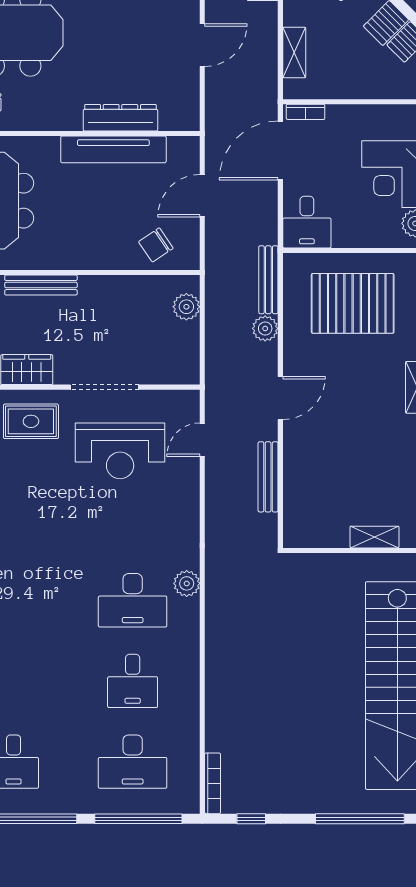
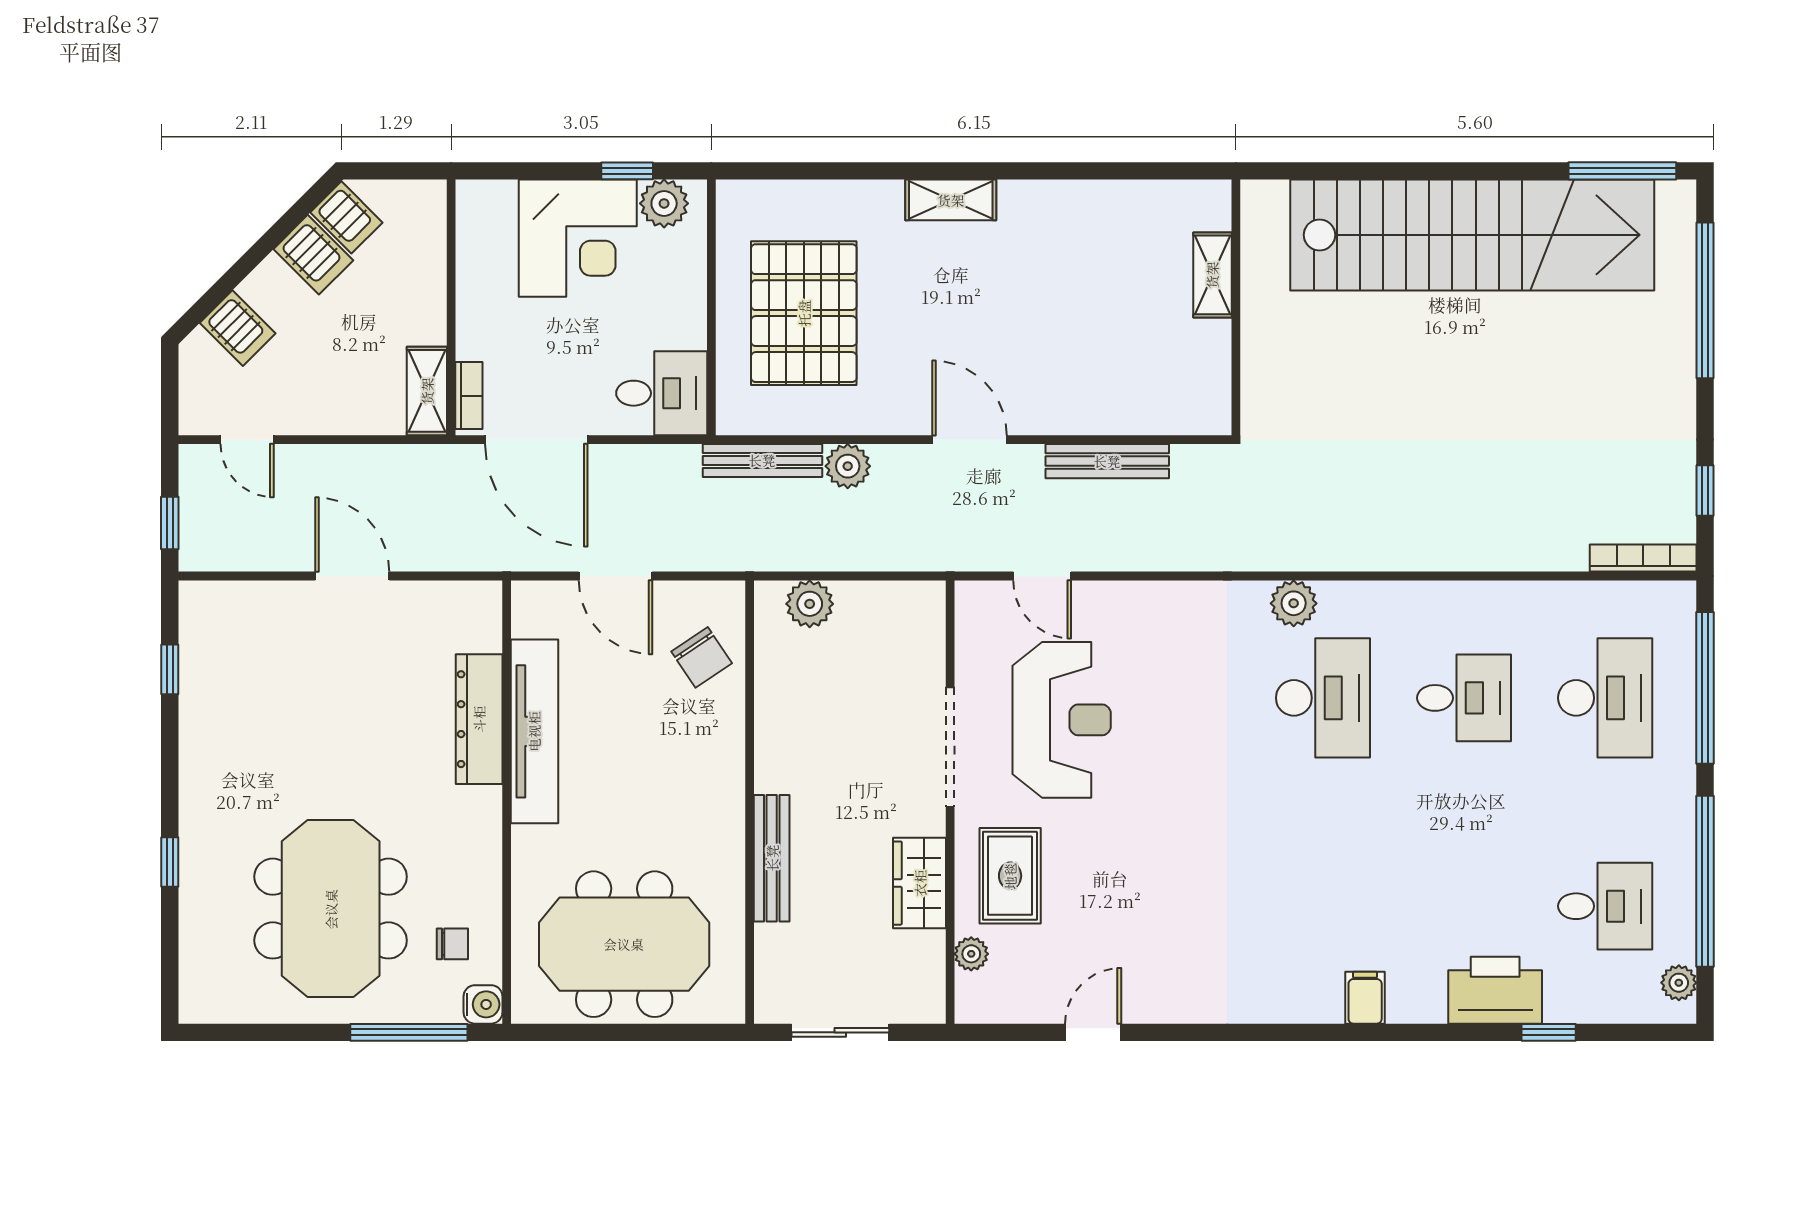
shelving: (294, 52) -> (427, 391), moved, turned 90

